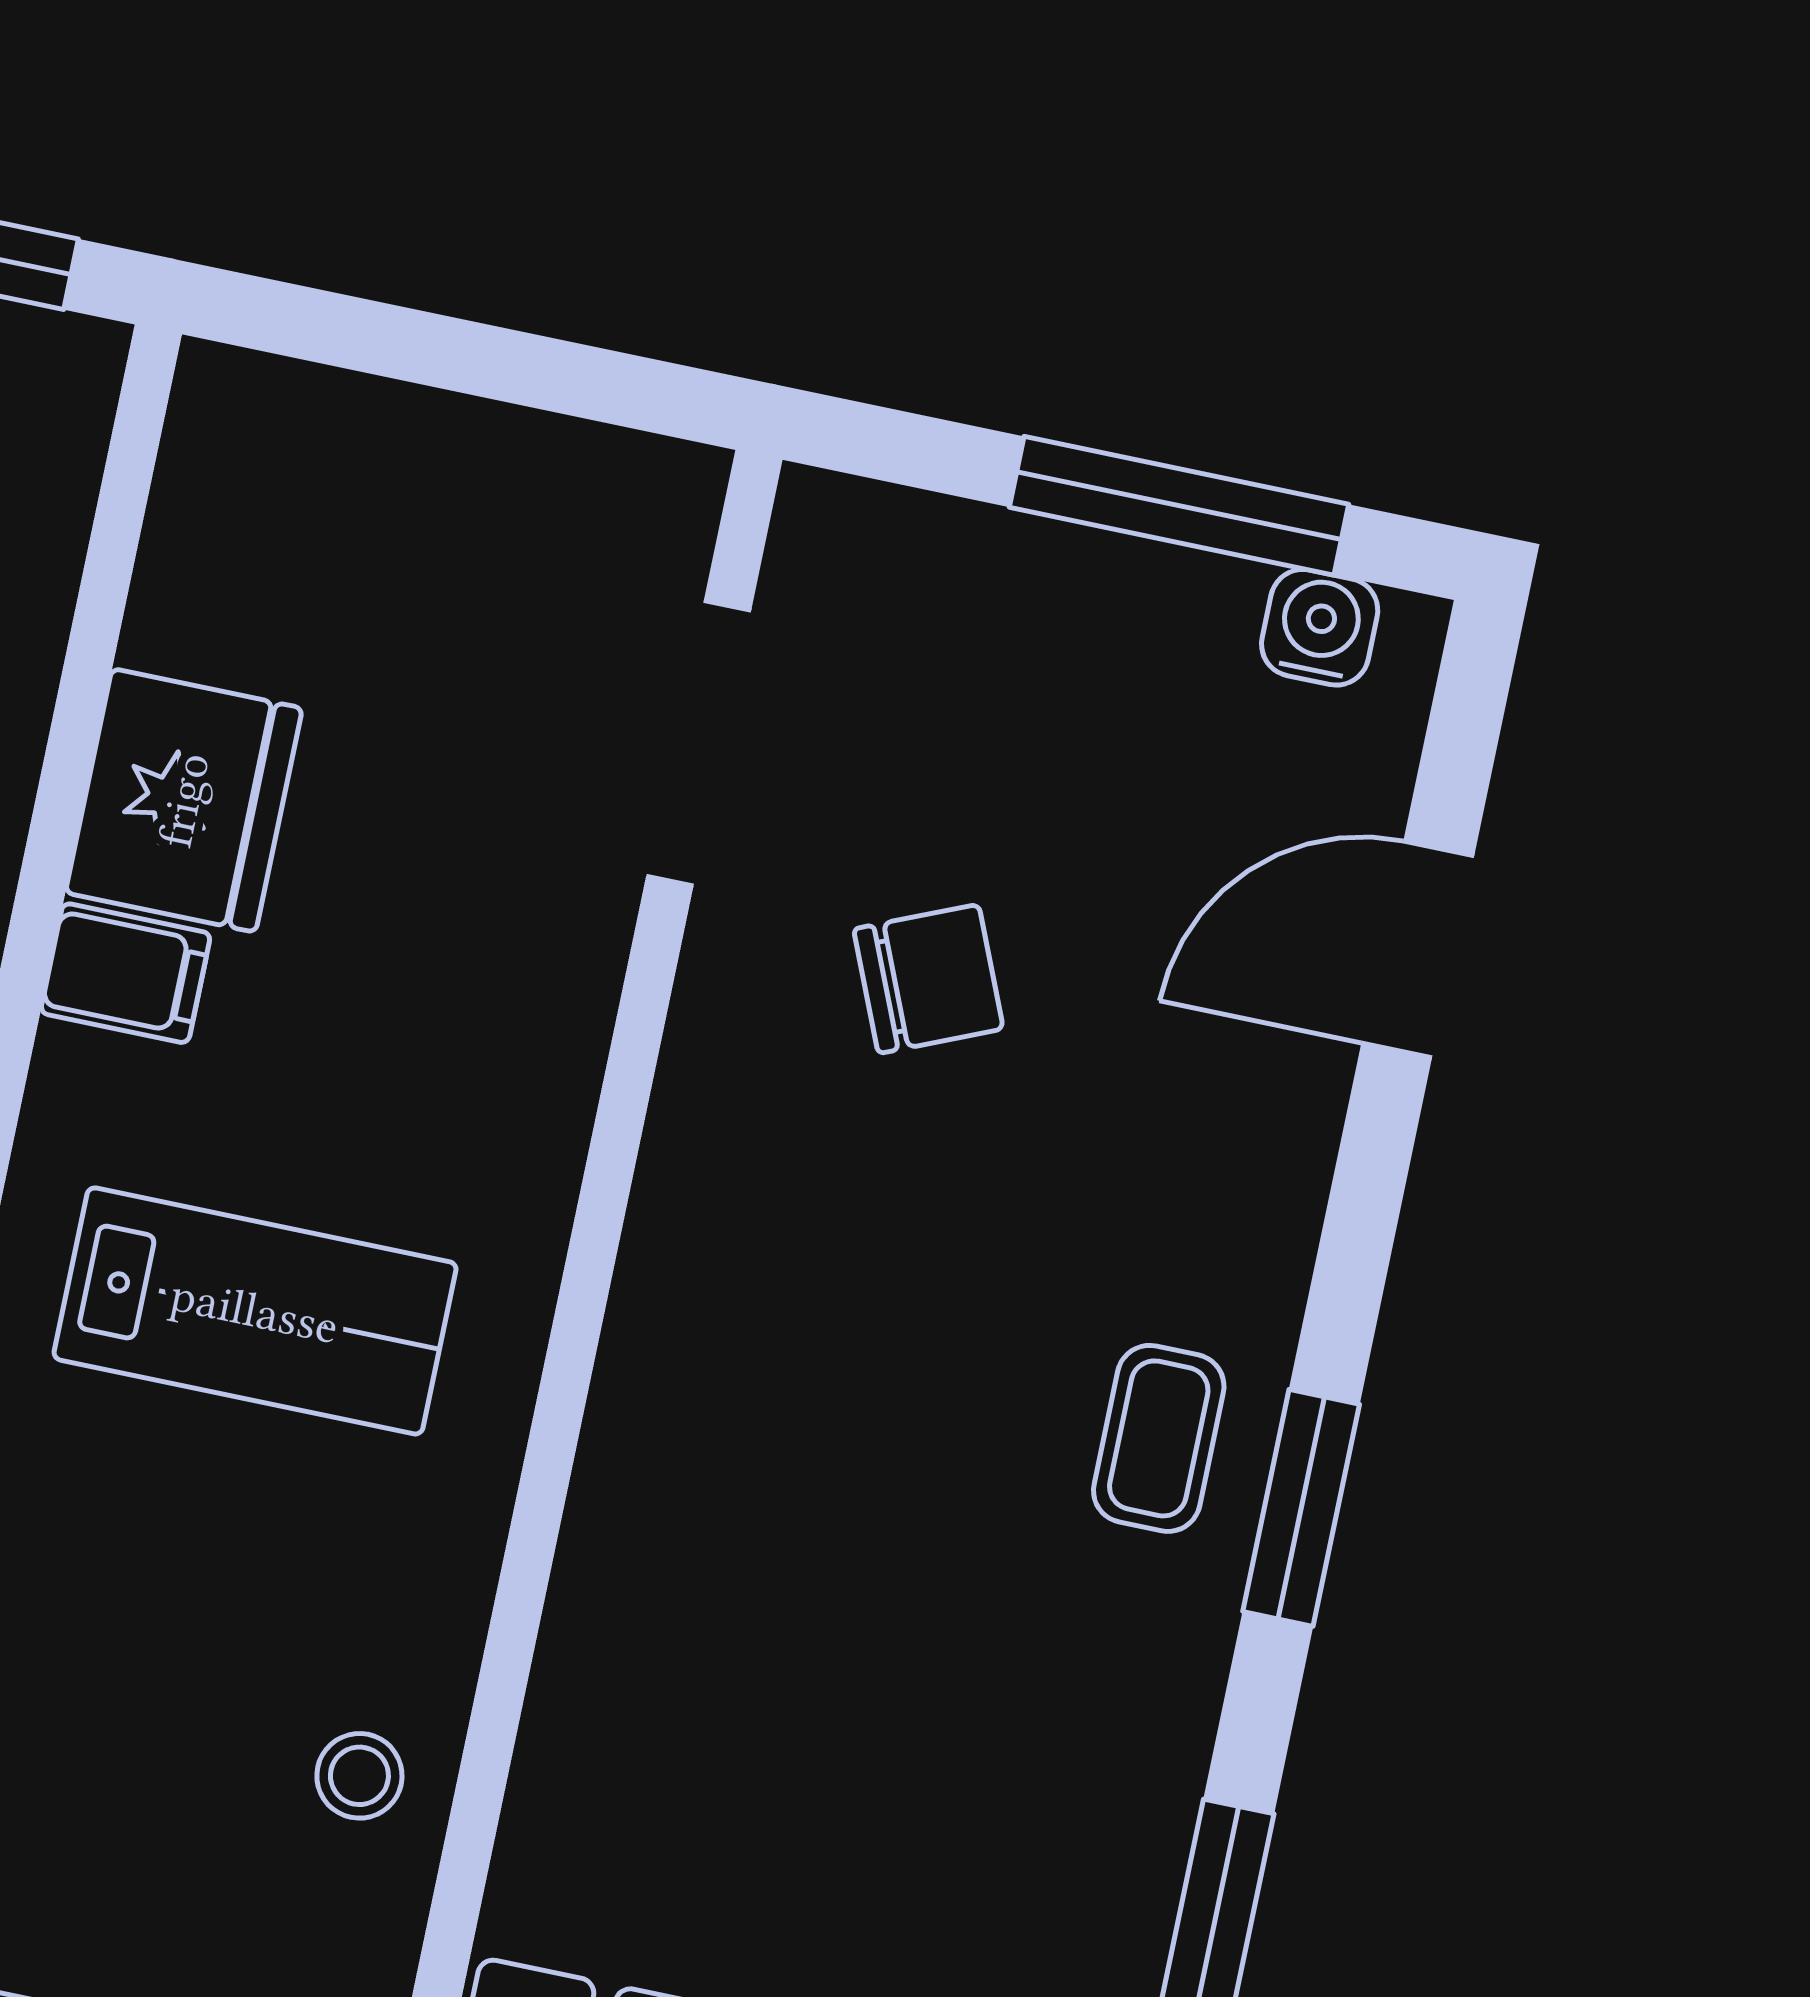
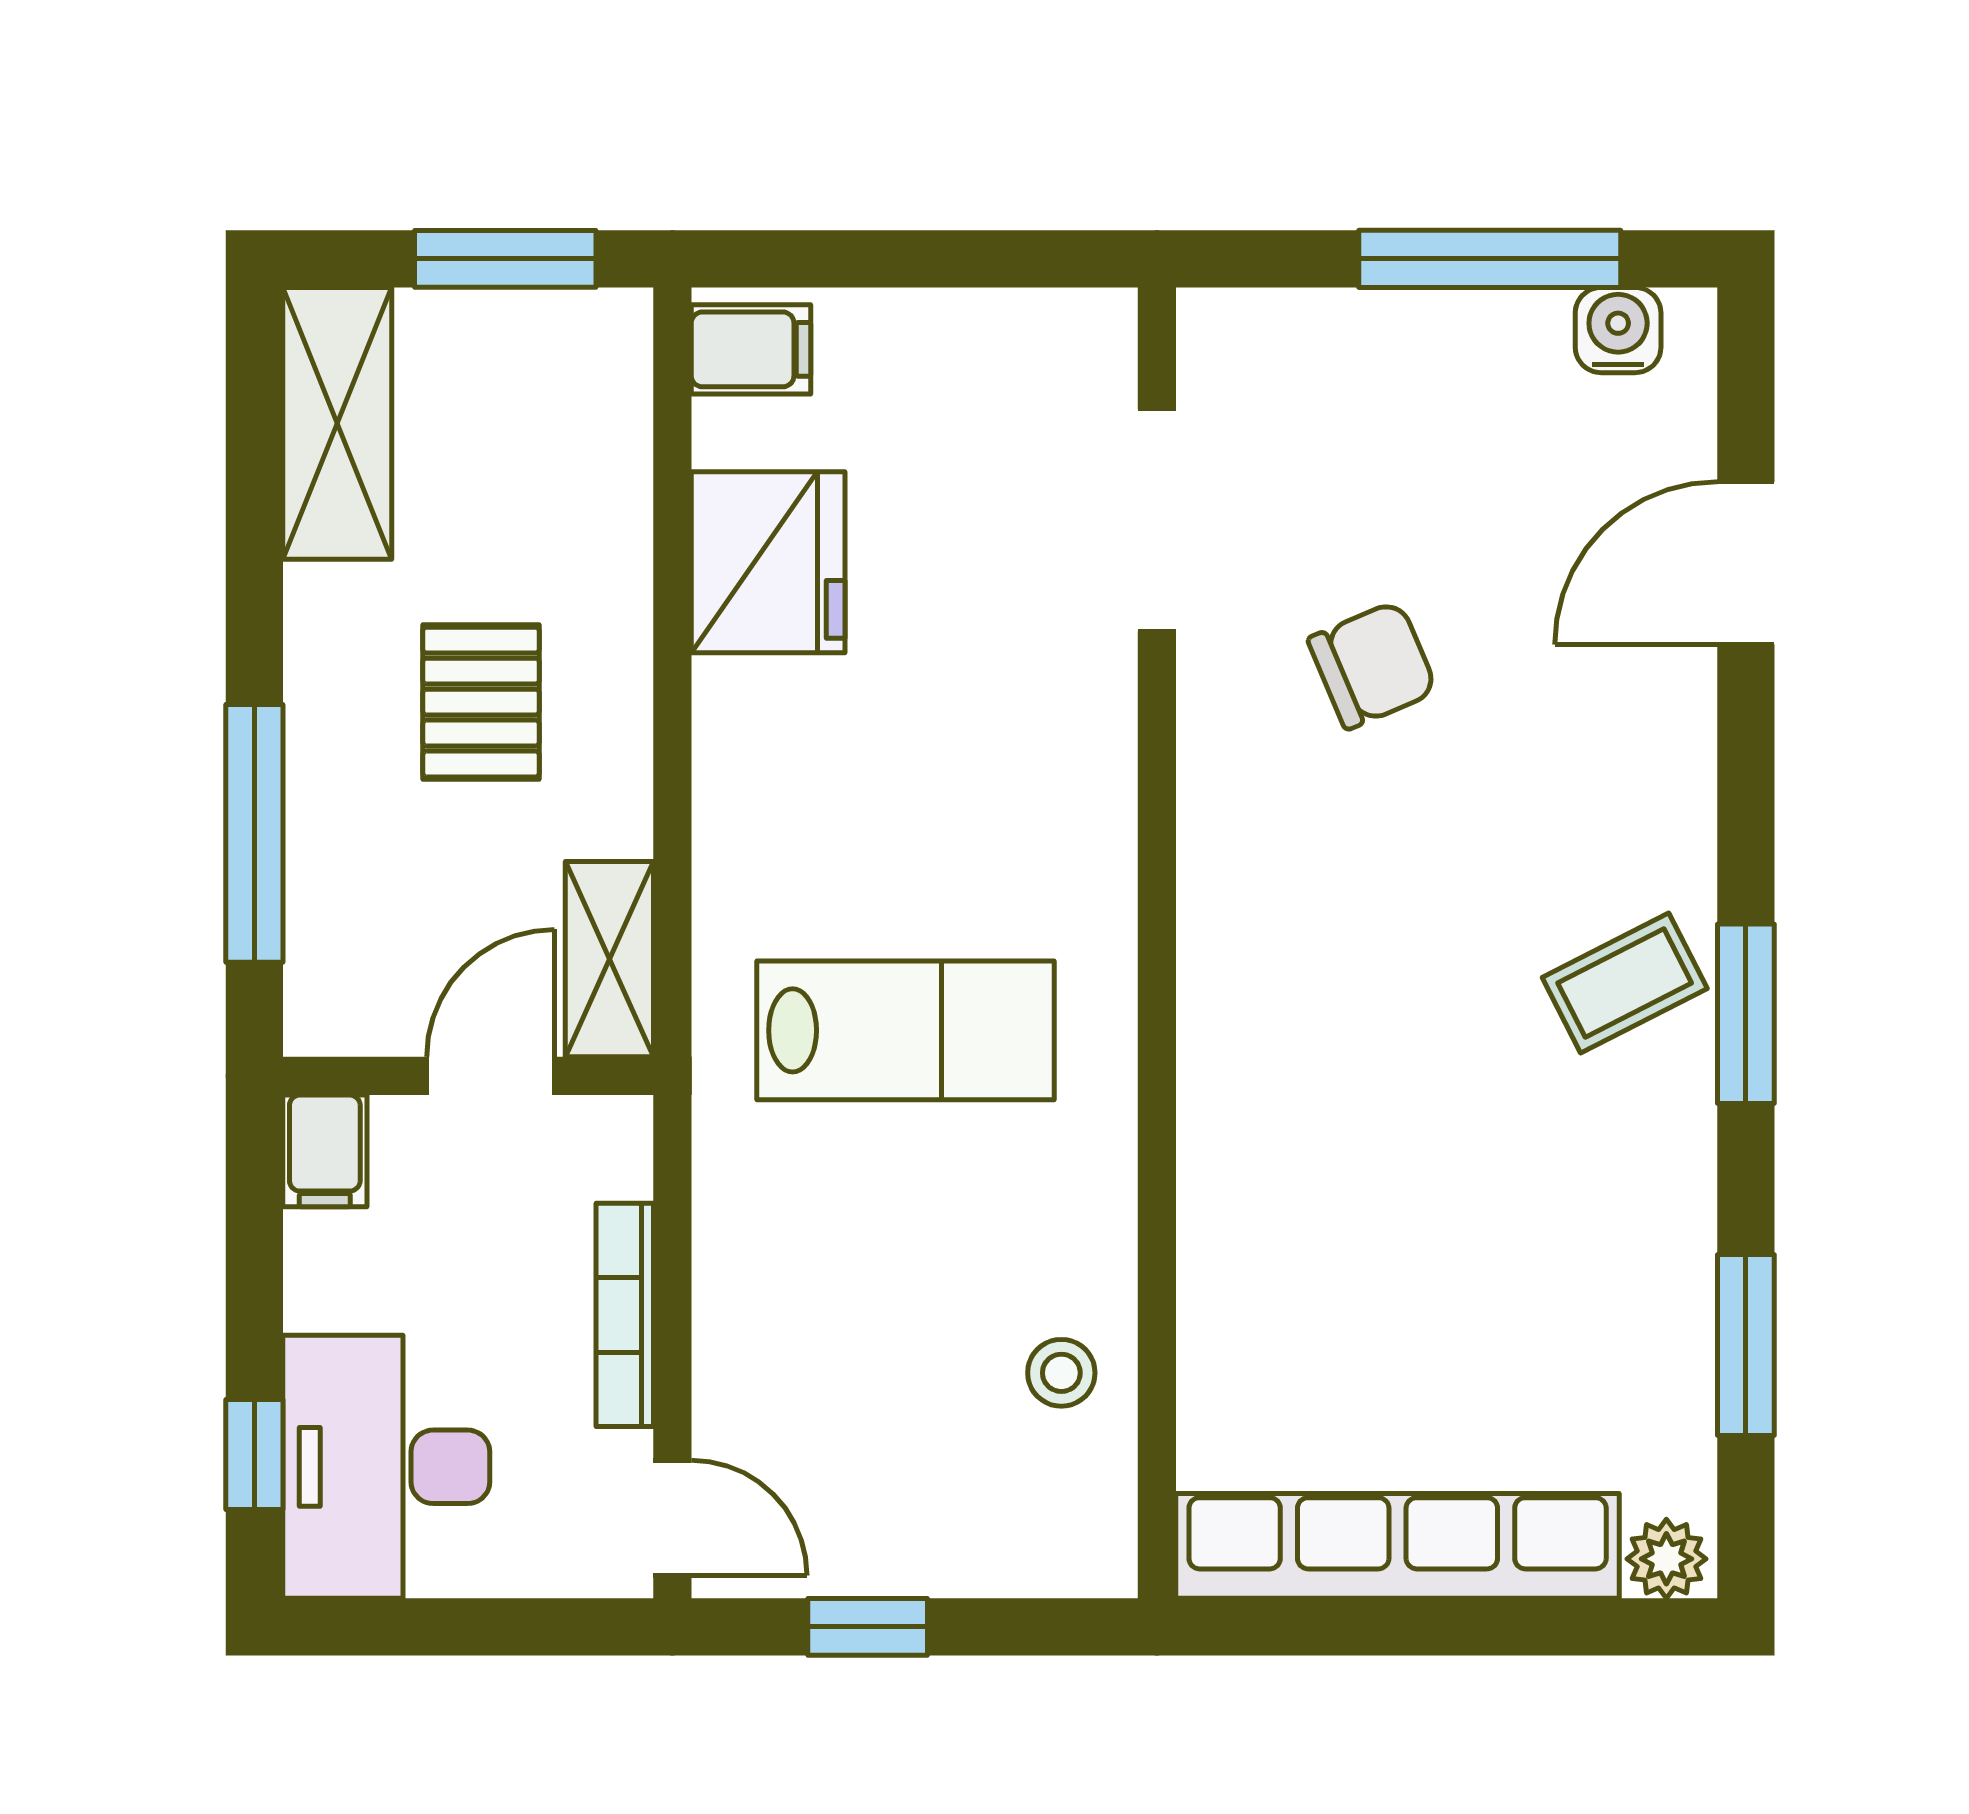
fridge: (184, 800) -> (768, 562), moved
filing cabinet: (126, 973) -> (751, 349), moved
coffee table: (1159, 1438) -> (1625, 983), turned 63

